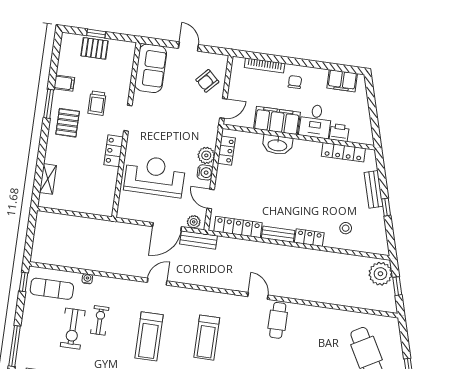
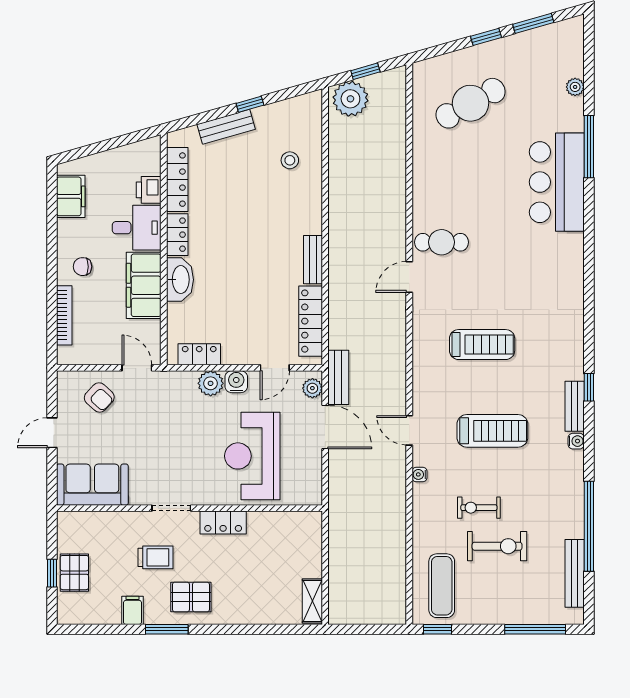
shelving: (48, 179) -> (312, 601), moved, turned 90
locker: (309, 238) -> (177, 235), moved, turned 180
water cooler: (87, 279) -> (419, 474), moved

